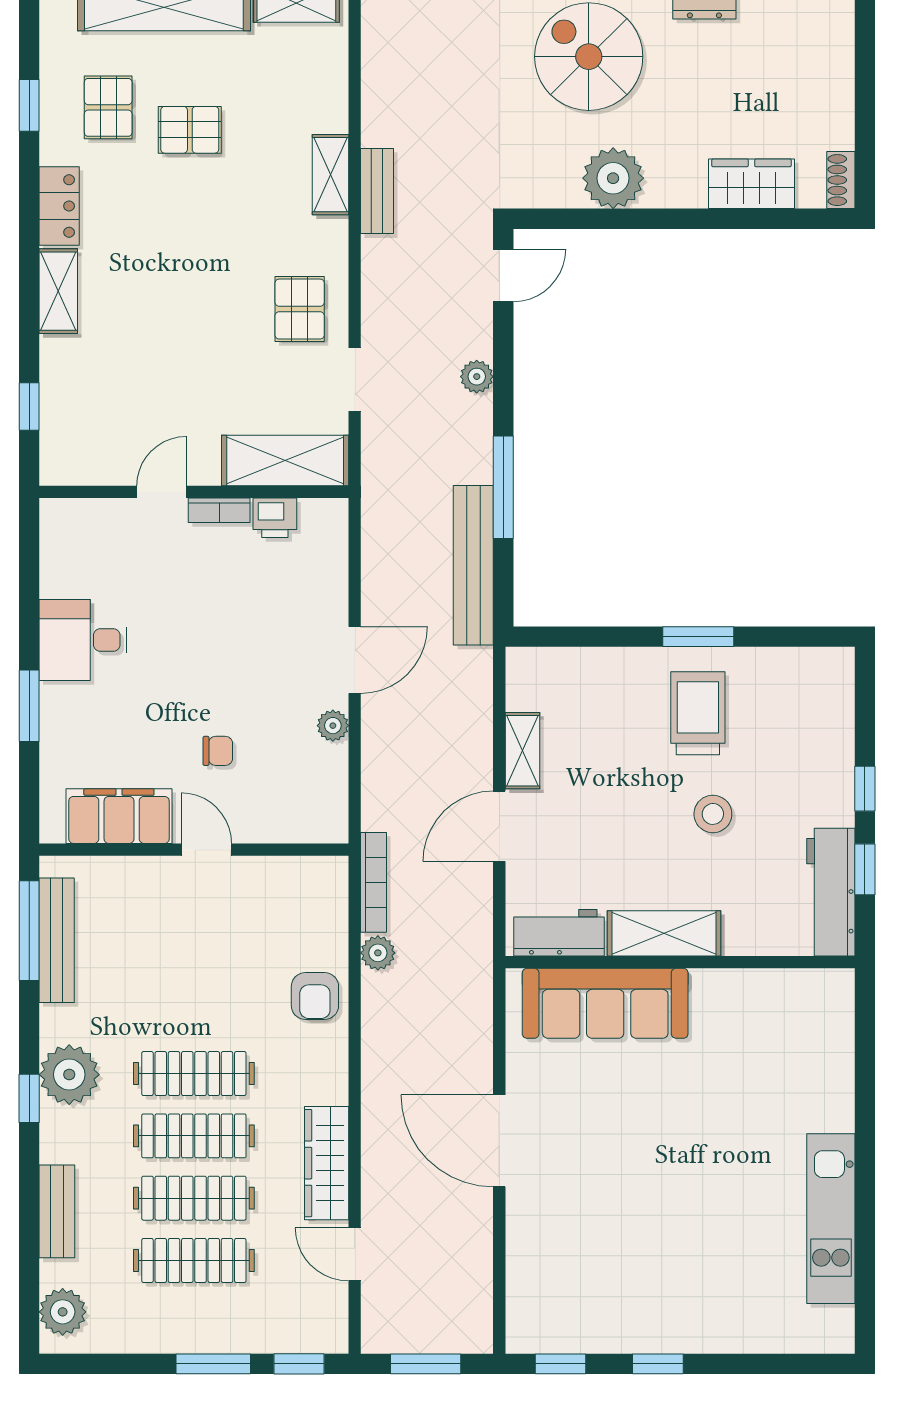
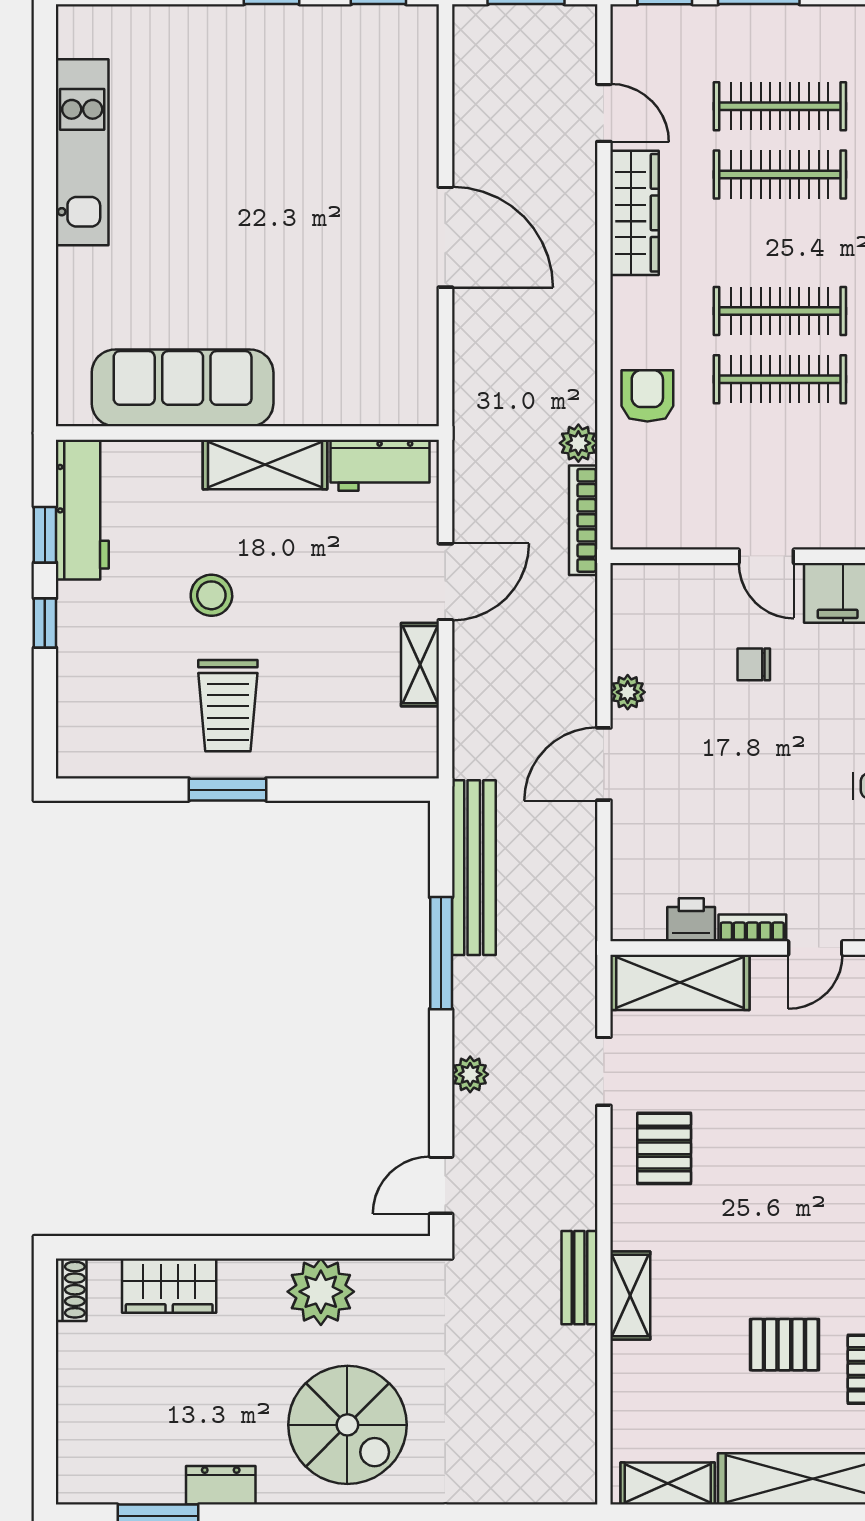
sofa: (605, 1003) -> (183, 388), moved
clothes rail: (194, 1136) -> (780, 379), moved

